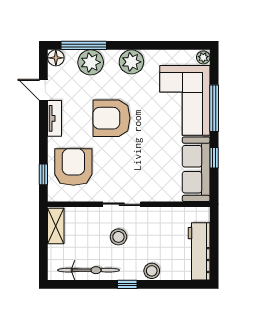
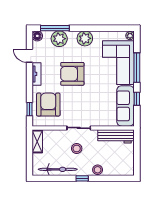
workbench: (199, 251) -> (116, 136), moved, turned -90

